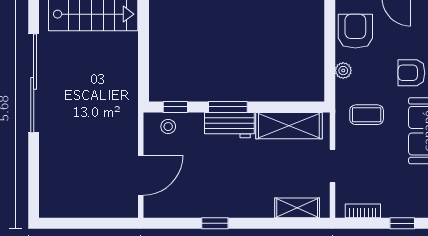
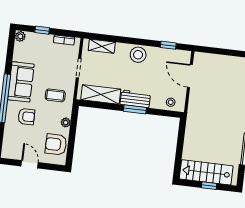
armchair: (355, 31) -> (56, 144), turned 90
window: (175, 107) -> (165, 113), removed
door: (141, 175) -> (190, 76), hinge flipped
stool: (233, 201) -> (138, 55), added
window: (215, 223) -> (168, 45), moved

